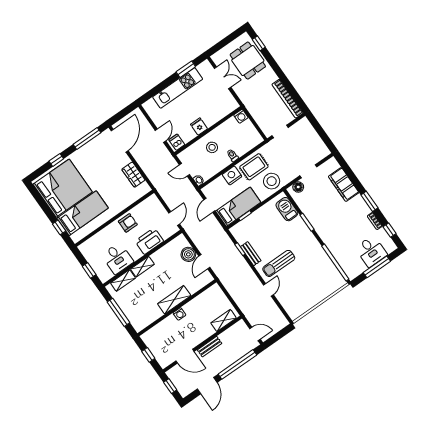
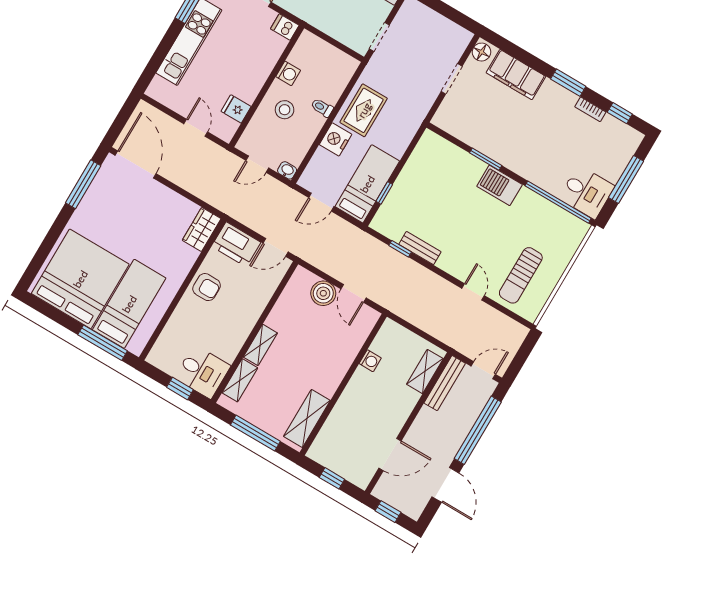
washing machine: (241, 116) -> (288, 73), moved
fridge: (199, 126) -> (236, 109), moved
dishwasher: (177, 142) -> (285, 27), moved
window: (56, 160) -> (51, 239), removed
wardrobe: (133, 175) -> (202, 229), moved, turned 90
stool: (272, 181) -> (401, 120), removed
floor lamp: (298, 187) -> (481, 52), moved
door: (209, 205) -> (321, 202), hinge flipped
barbecue: (287, 209) -> (500, 185), moved
door: (174, 218) -> (276, 247), swing flipped
armchair: (128, 223) -> (207, 287), turned 90
window: (59, 227) -> (103, 343), width x2.17
printer: (149, 241) -> (236, 244), moved, turned -90
desk: (371, 251) -> (587, 192), moved
desk: (117, 258) -> (203, 372), moved
sun lounger: (279, 263) -> (521, 275), moved
shelving: (174, 300) -> (307, 418), moved
washing machine: (179, 314) -> (370, 361), moved
bench: (210, 347) -> (445, 383), moved, width x1.36

